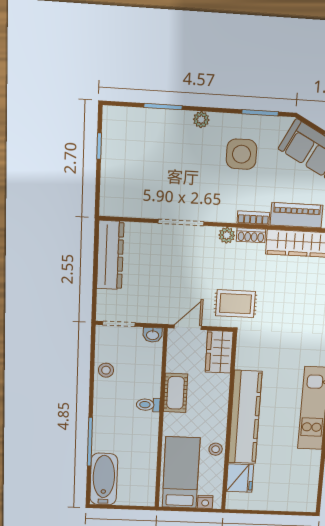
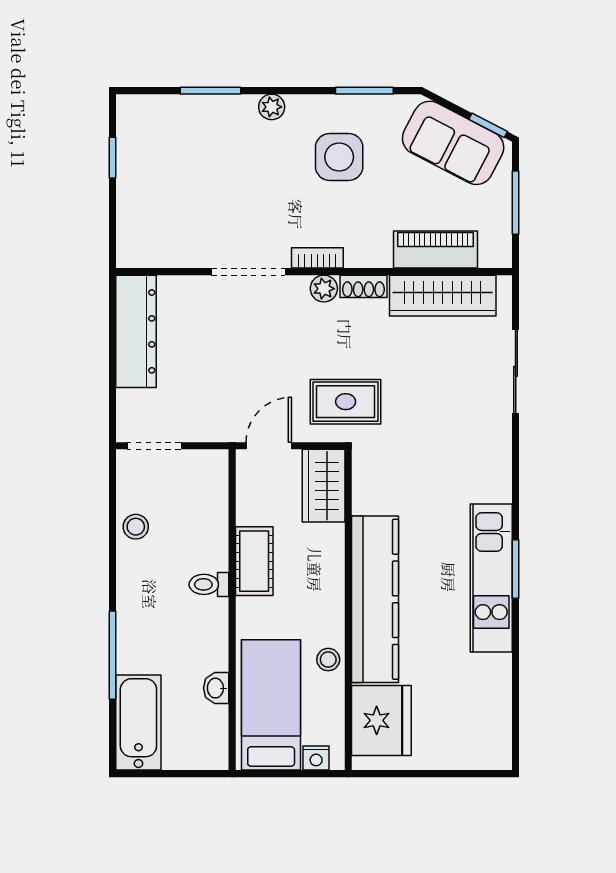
bookcase: (253, 218) -> (317, 258), moved
washbasin: (153, 335) -> (216, 688), moved, turned 90
fridge: (240, 478) -> (381, 720), width x1.36, depth x1.34

